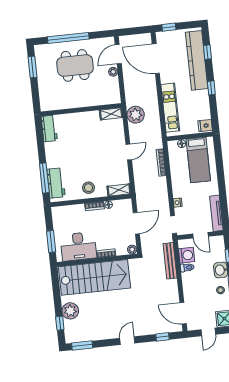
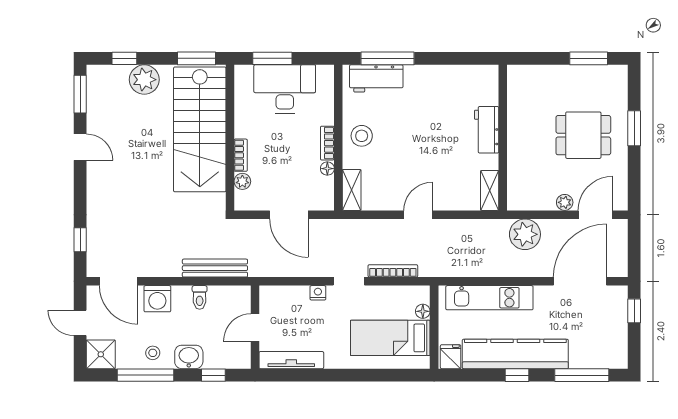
window: (68, 38) -> (634, 128), width x0.47
window: (207, 52) -> (582, 375), width x2.17
door: (118, 54) -> (595, 215), hinge flipped
kitchen counter: (197, 60) -> (515, 354), moved
dining table: (75, 65) -> (583, 135), width x0.73
plant: (136, 115) -> (525, 234), moved
workbench: (49, 128) -> (487, 130), moved, turned 90
door: (129, 152) -> (418, 215), swing flipped
doorway: (174, 225) -> (349, 281), moved
desk: (78, 246) -> (285, 89), moved, turned 90
plant: (132, 250) -> (242, 181), moved
washing machine: (187, 255) -> (157, 299), moved
window: (56, 283) -> (197, 58), added
door: (183, 313) -> (119, 281), swing flipped
door: (127, 341) -> (80, 147), moved

